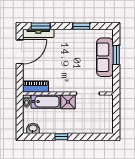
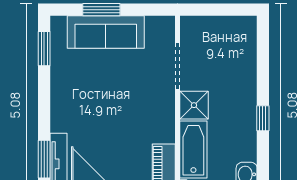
window: (81, 26) -> (44, 49), moved

